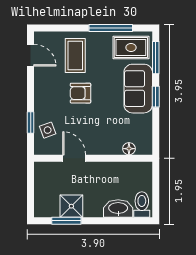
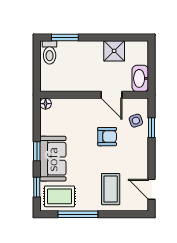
window: (156, 58) -> (37, 187), width x0.67
armchair: (81, 93) -> (107, 137), moved
floor lamp: (129, 149) -> (46, 104), moved
washbasin: (118, 209) -> (140, 78), moved, turned 90
window: (66, 221) -> (65, 37), moved

